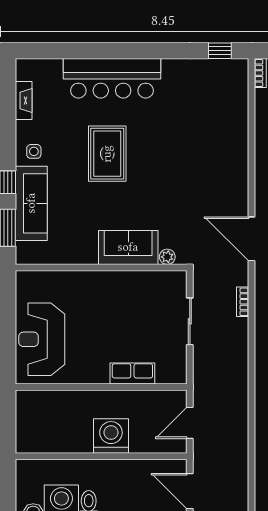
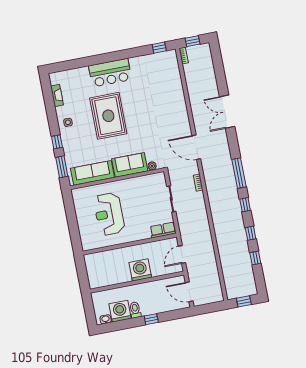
bar counter: (112, 78) -> (110, 73), width x0.73
rug: (107, 154) -> (108, 116), width x1.37, depth x1.44
sofa: (31, 203) -> (92, 173), moved, turned -90
reception desk: (42, 339) -> (109, 214), moved
row of seats: (132, 373) -> (163, 230), moved

